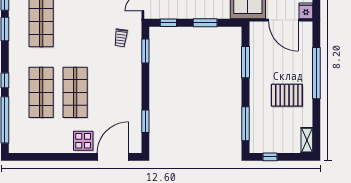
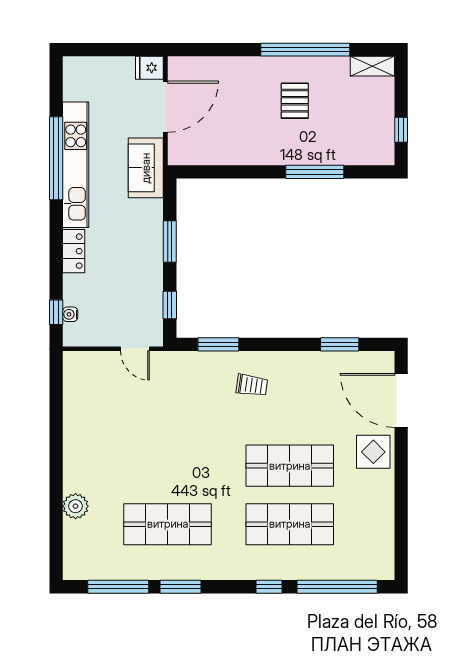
trolley: (121, 38) -> (252, 385), moved
window: (245, 62) -> (238, 172), removed
window: (316, 73) -> (305, 50), moved
pallet: (287, 95) -> (295, 101), width x0.67, depth x0.71
window: (245, 124) -> (315, 172), moved

